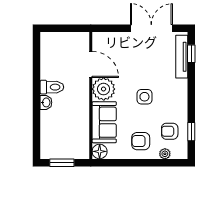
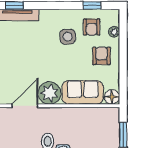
side table: (144, 97) -> (68, 37), moved
armchair: (141, 141) -> (101, 56), turned 180

